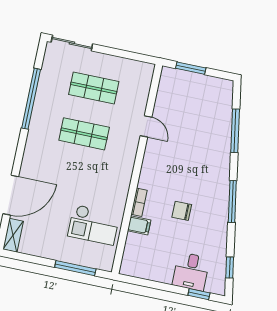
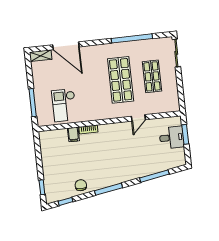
shop shelf: (84, 134) -> (121, 80), width x1.43, depth x1.36
chair: (182, 211) -> (81, 185), moved
desk: (191, 272) -> (172, 138), moved, turned 180

